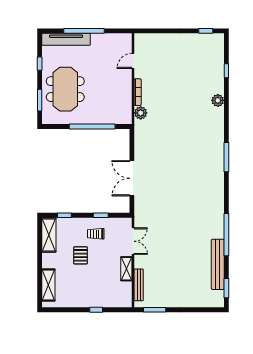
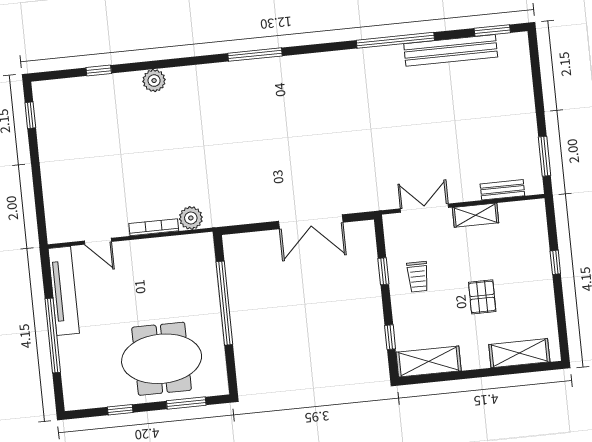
tv unit: (66, 39) -> (64, 291), moved
pallet: (81, 255) -> (482, 297), moved, turned 90
bench: (139, 285) -> (502, 190), width x0.73

